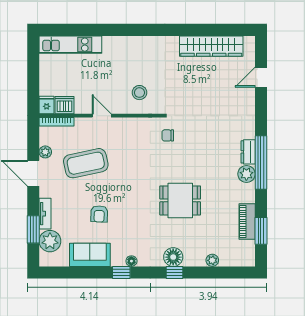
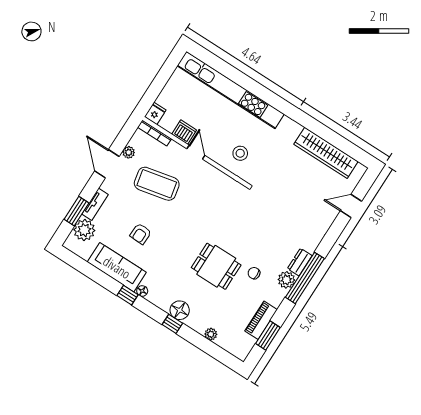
kitchen unit: (70, 45) -> (231, 90), width x1.86
dishwasher: (64, 105) -> (184, 132), moved
chair: (168, 135) -> (254, 273), moved
sofa: (90, 255) -> (117, 267), width x1.36

